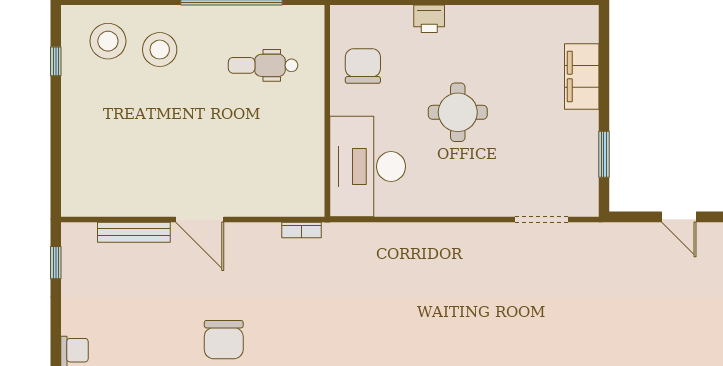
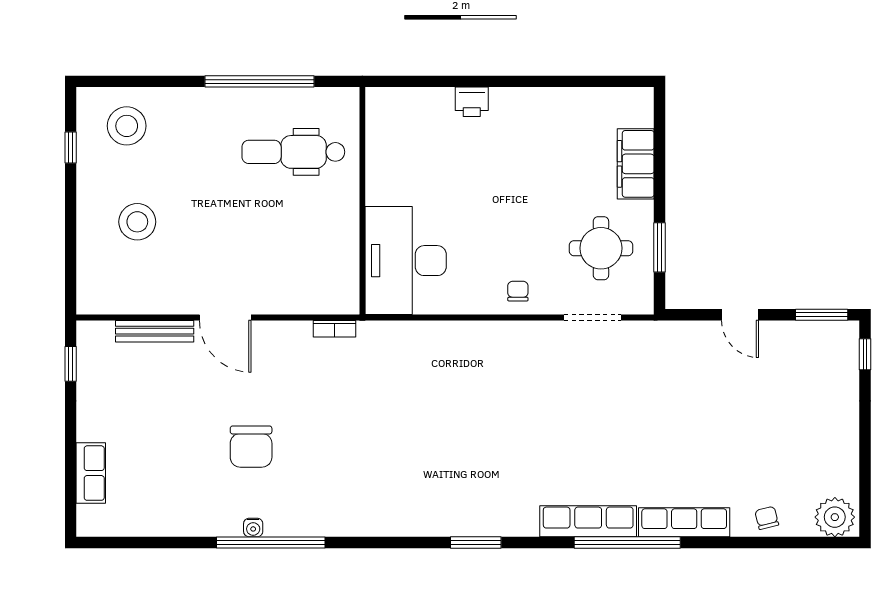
stool: (160, 50) -> (137, 222), moved
dental chair: (263, 65) -> (293, 152), width x1.36, depth x1.38
chair: (363, 66) -> (518, 291), moved, width x0.54, depth x0.54
round table: (458, 112) -> (601, 248), moved

